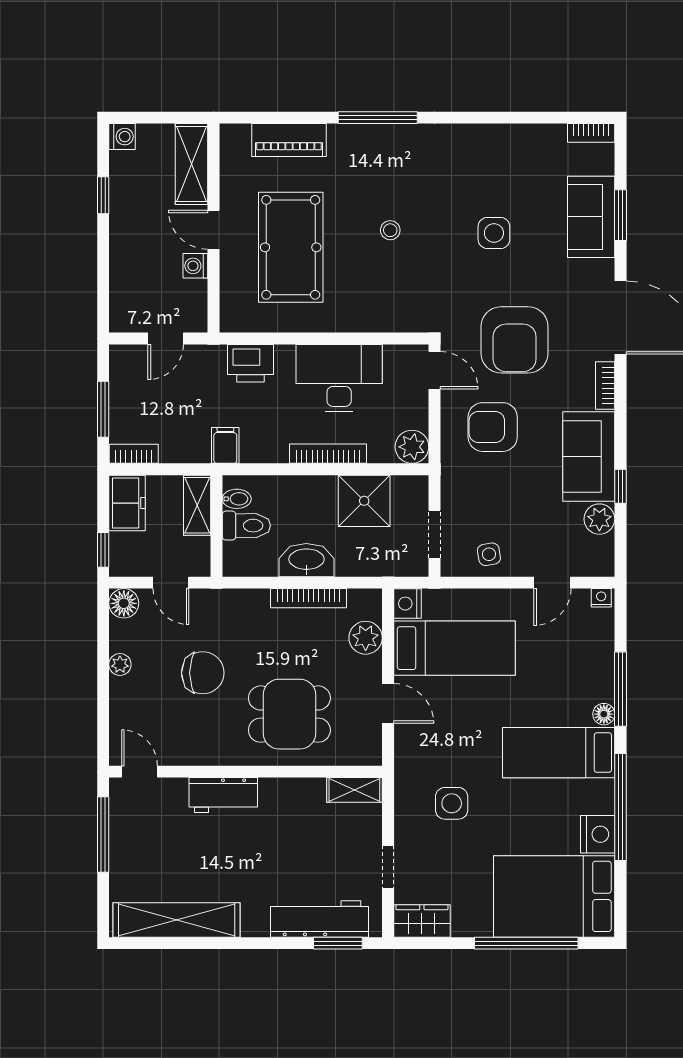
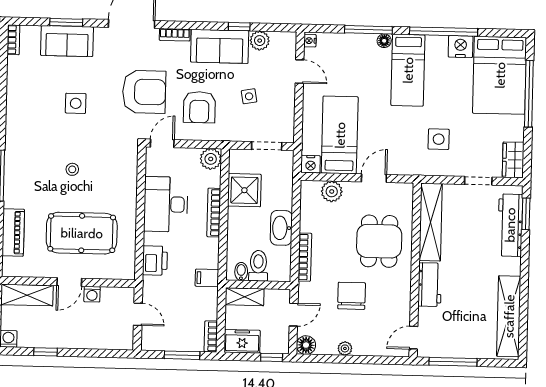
side table: (489, 554) -> (249, 96), moved
bookcase: (308, 598) -> (305, 257), moved
shelving: (354, 790) -> (431, 222), width x2.20, depth x1.33

